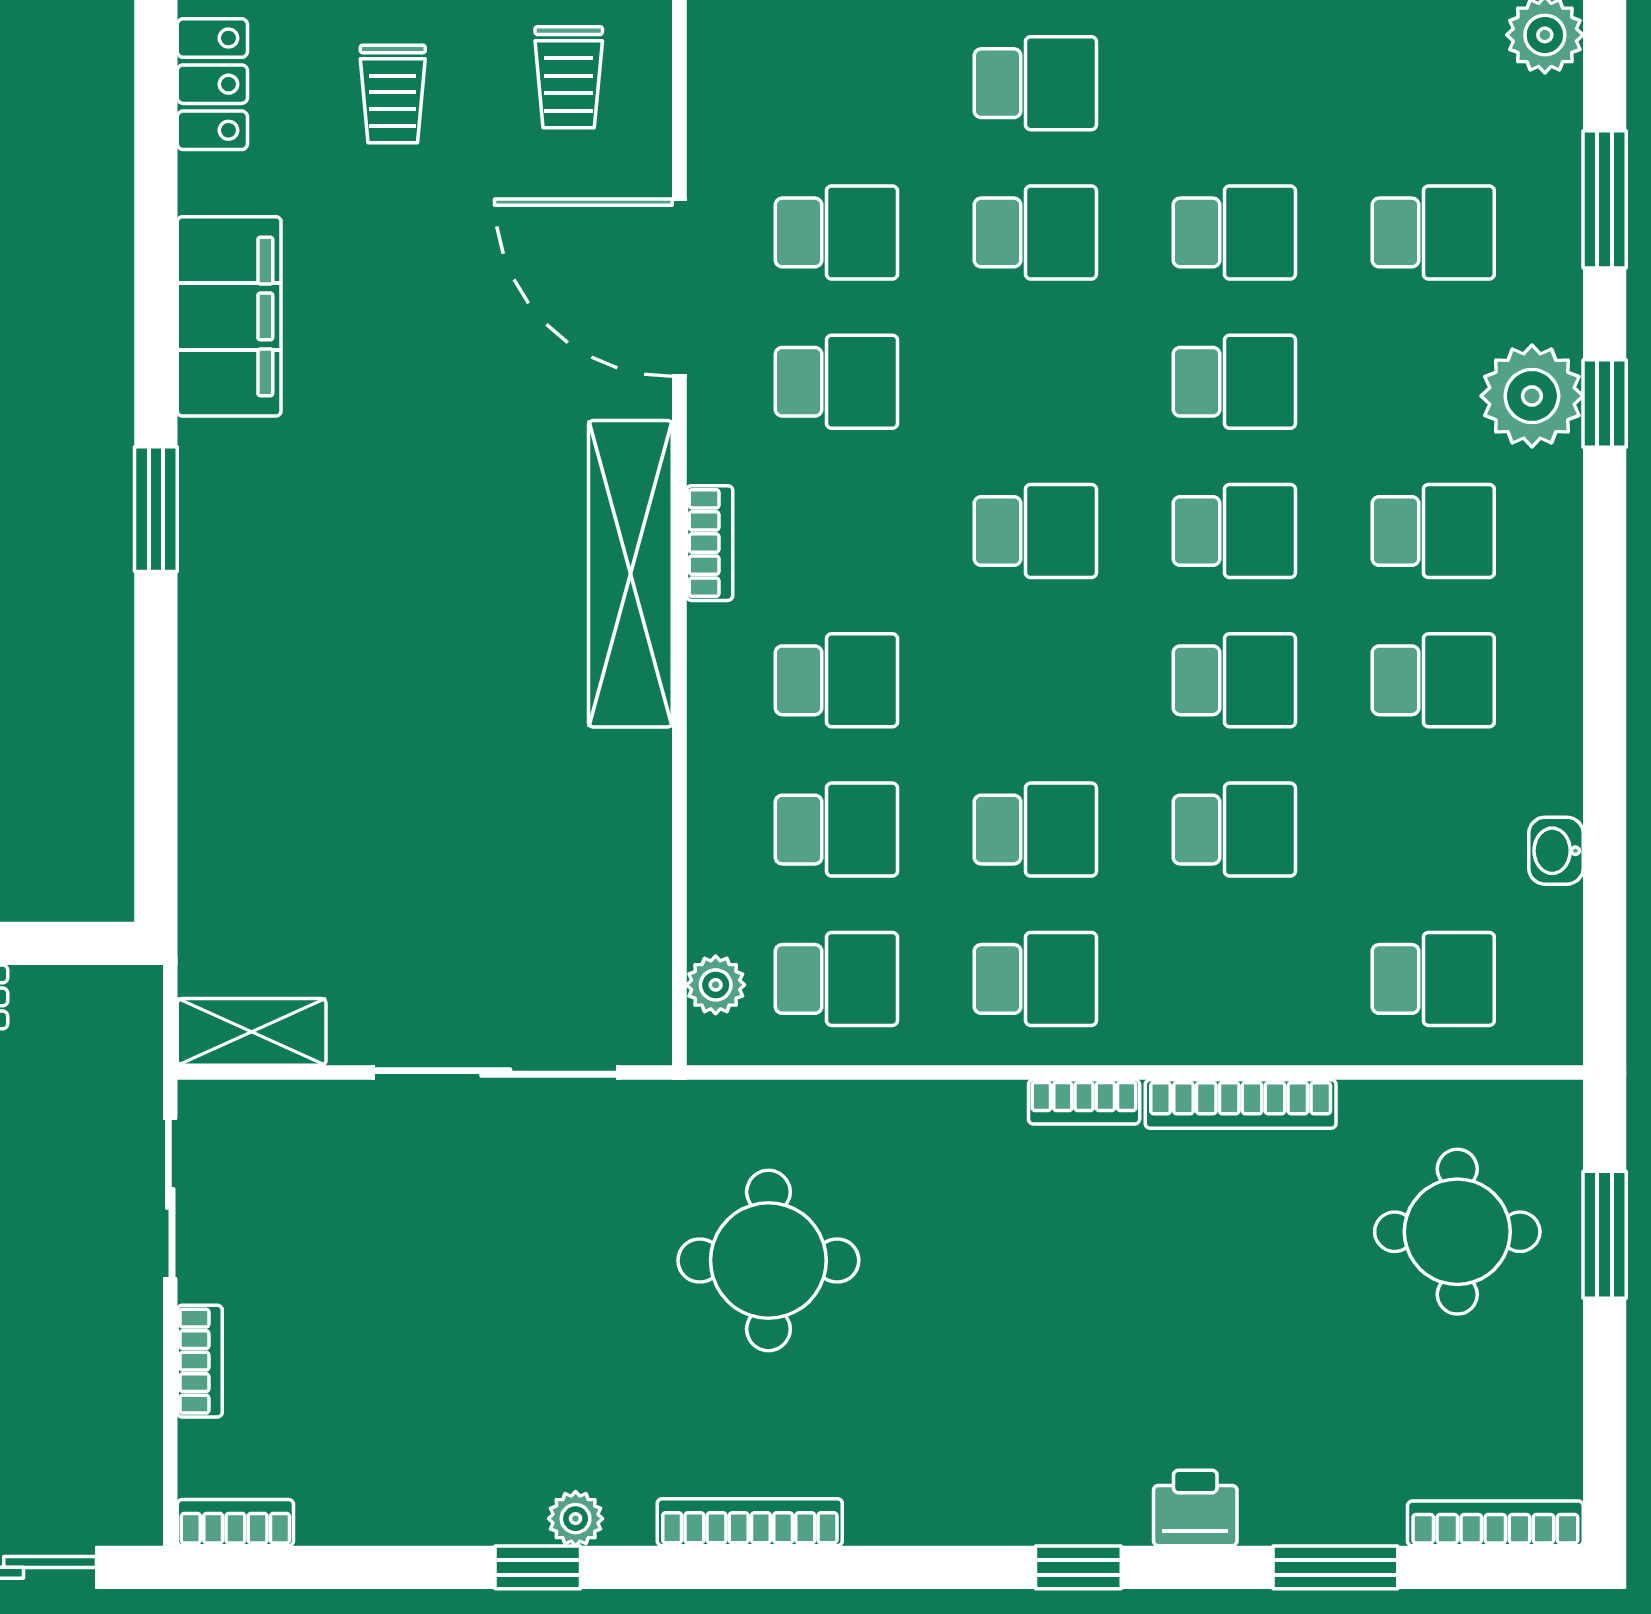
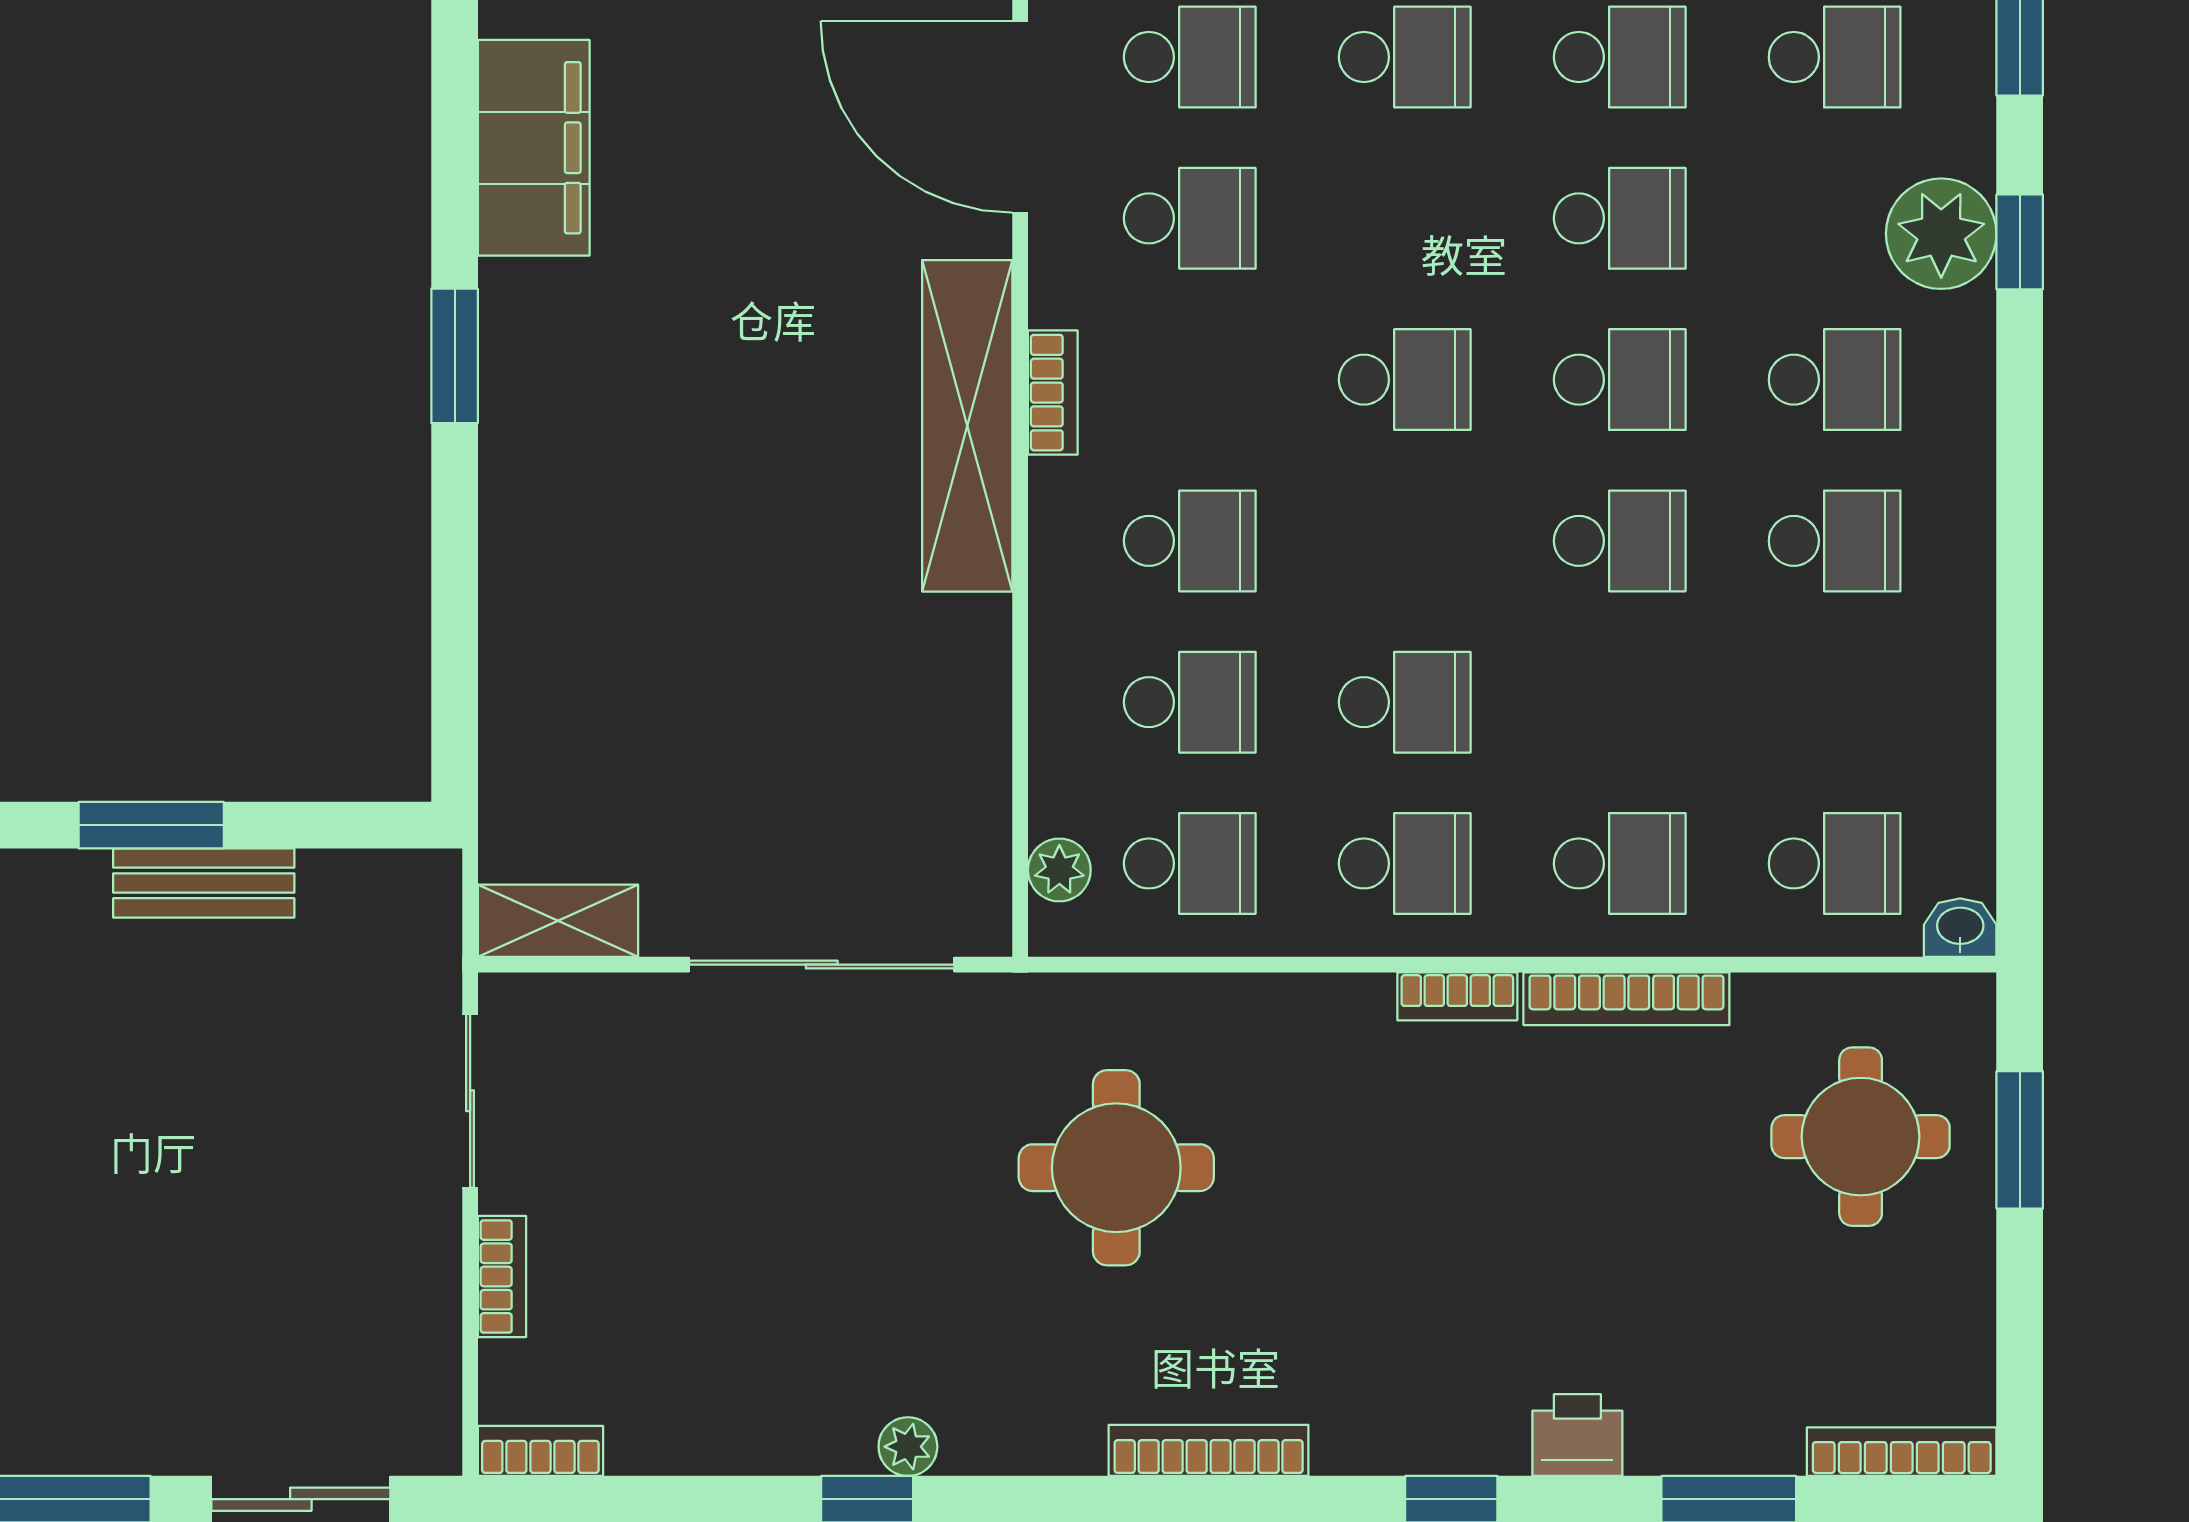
school desk: (1234, 830) -> (1620, 863), moved
washbasin: (1556, 851) -> (1960, 928), moved, turned 90
bookcase: (750, 1522) -> (1209, 1450), moved

